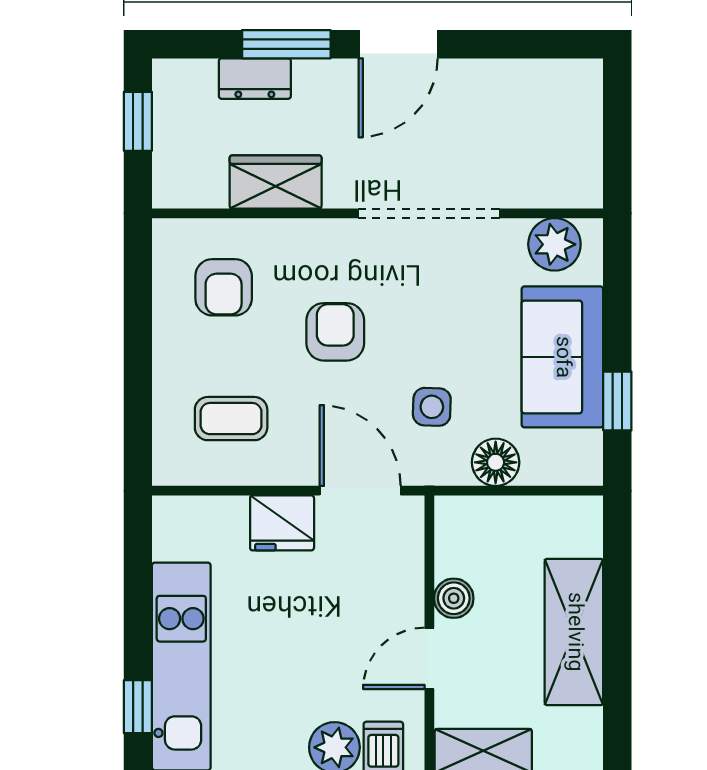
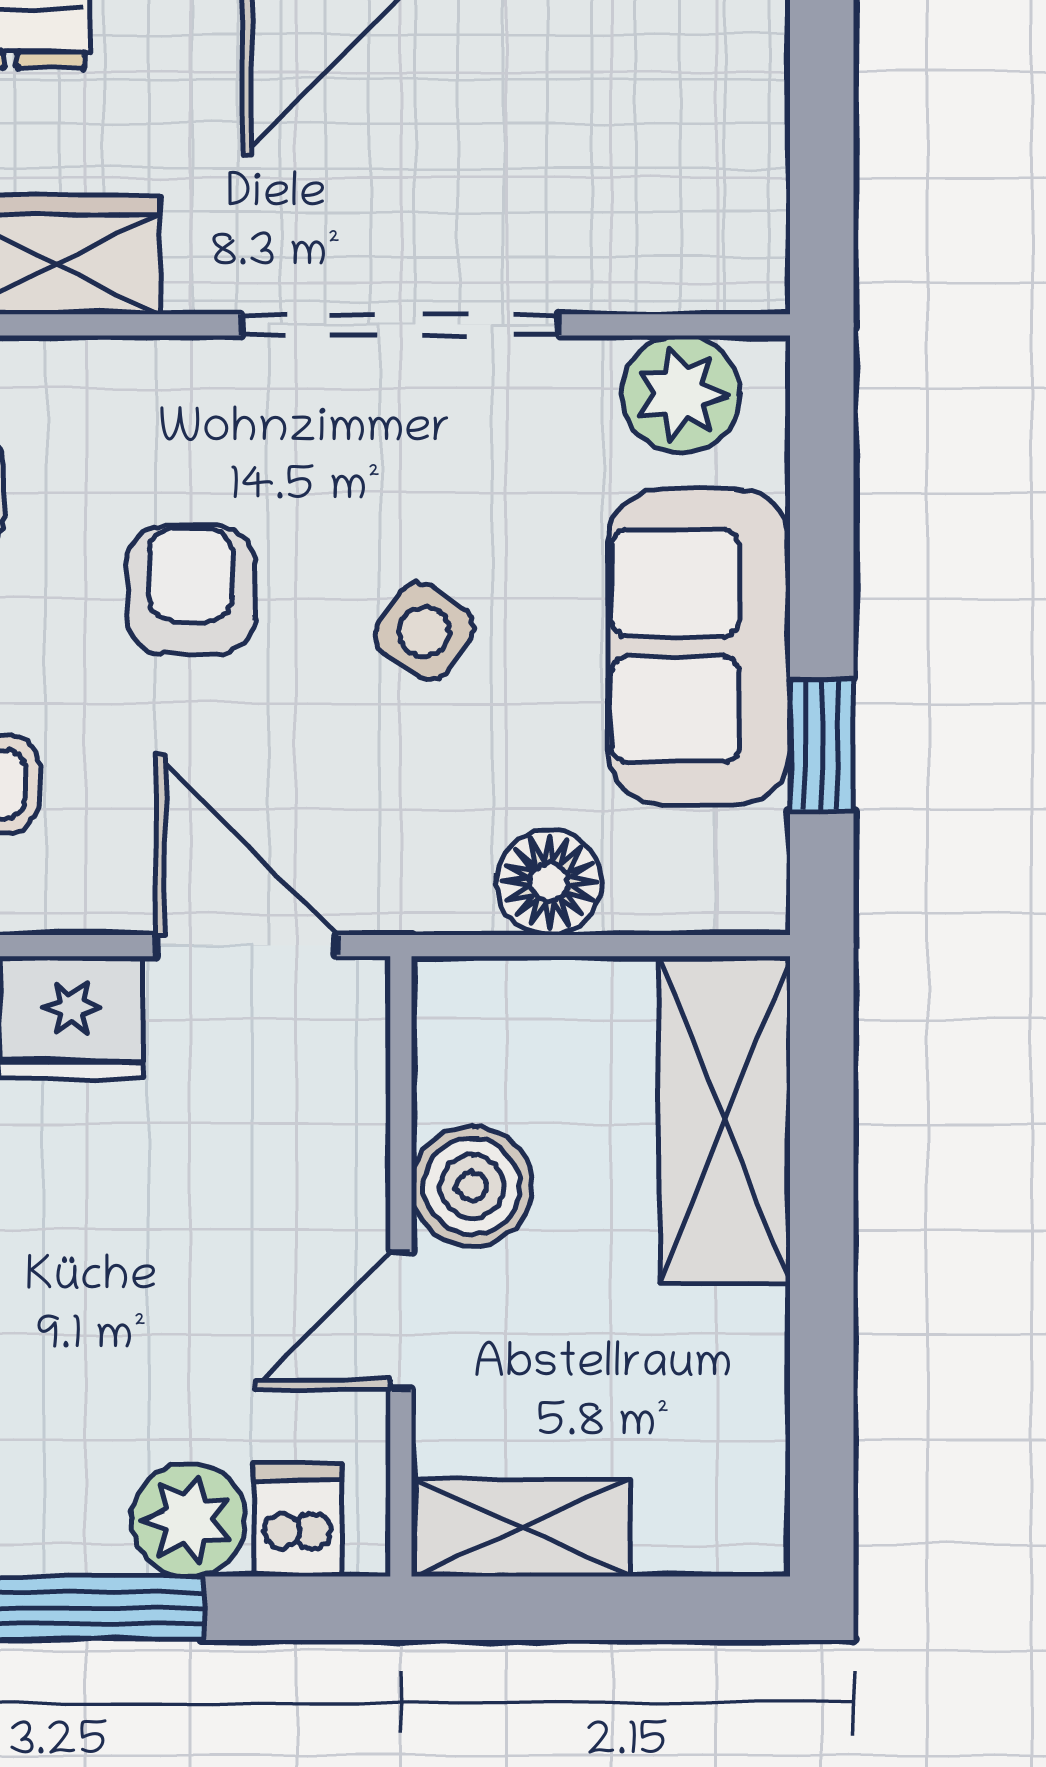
side table: (432, 407) -> (424, 631), moved, turned 32
boiler: (454, 598) -> (472, 1186), width x1.36, depth x1.36
shelving: (574, 632) -> (725, 1120), moved

